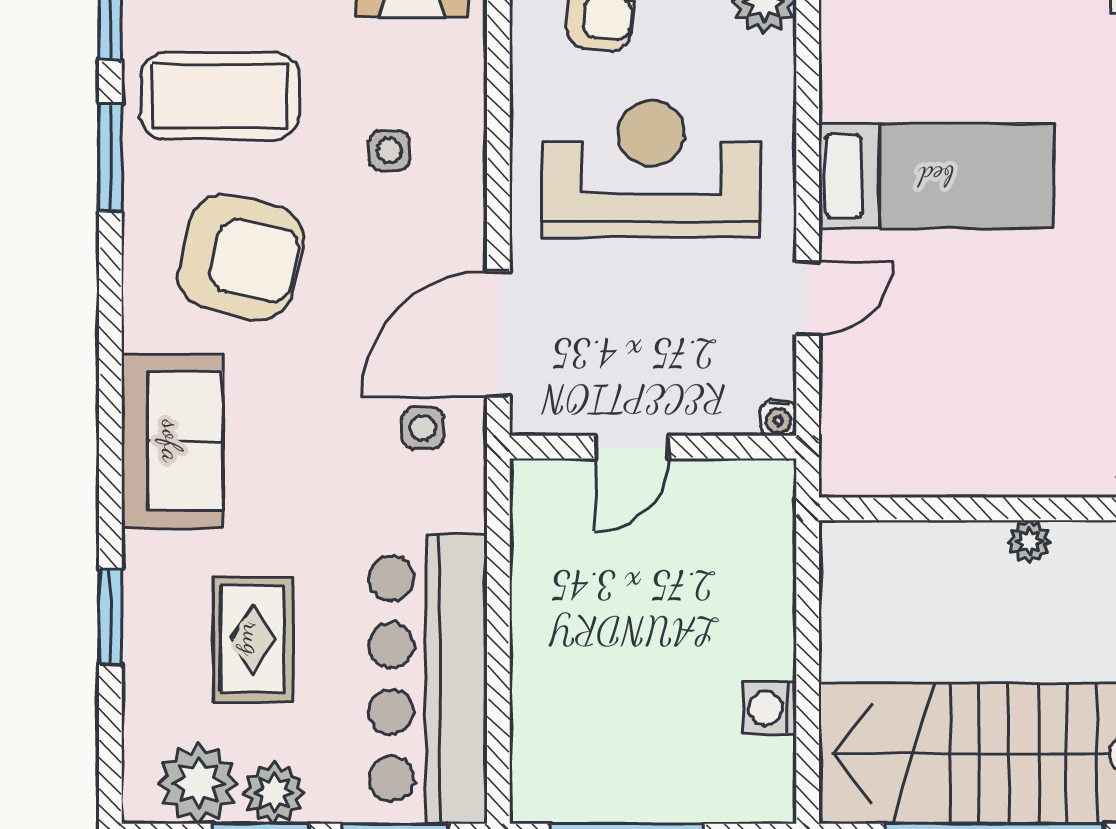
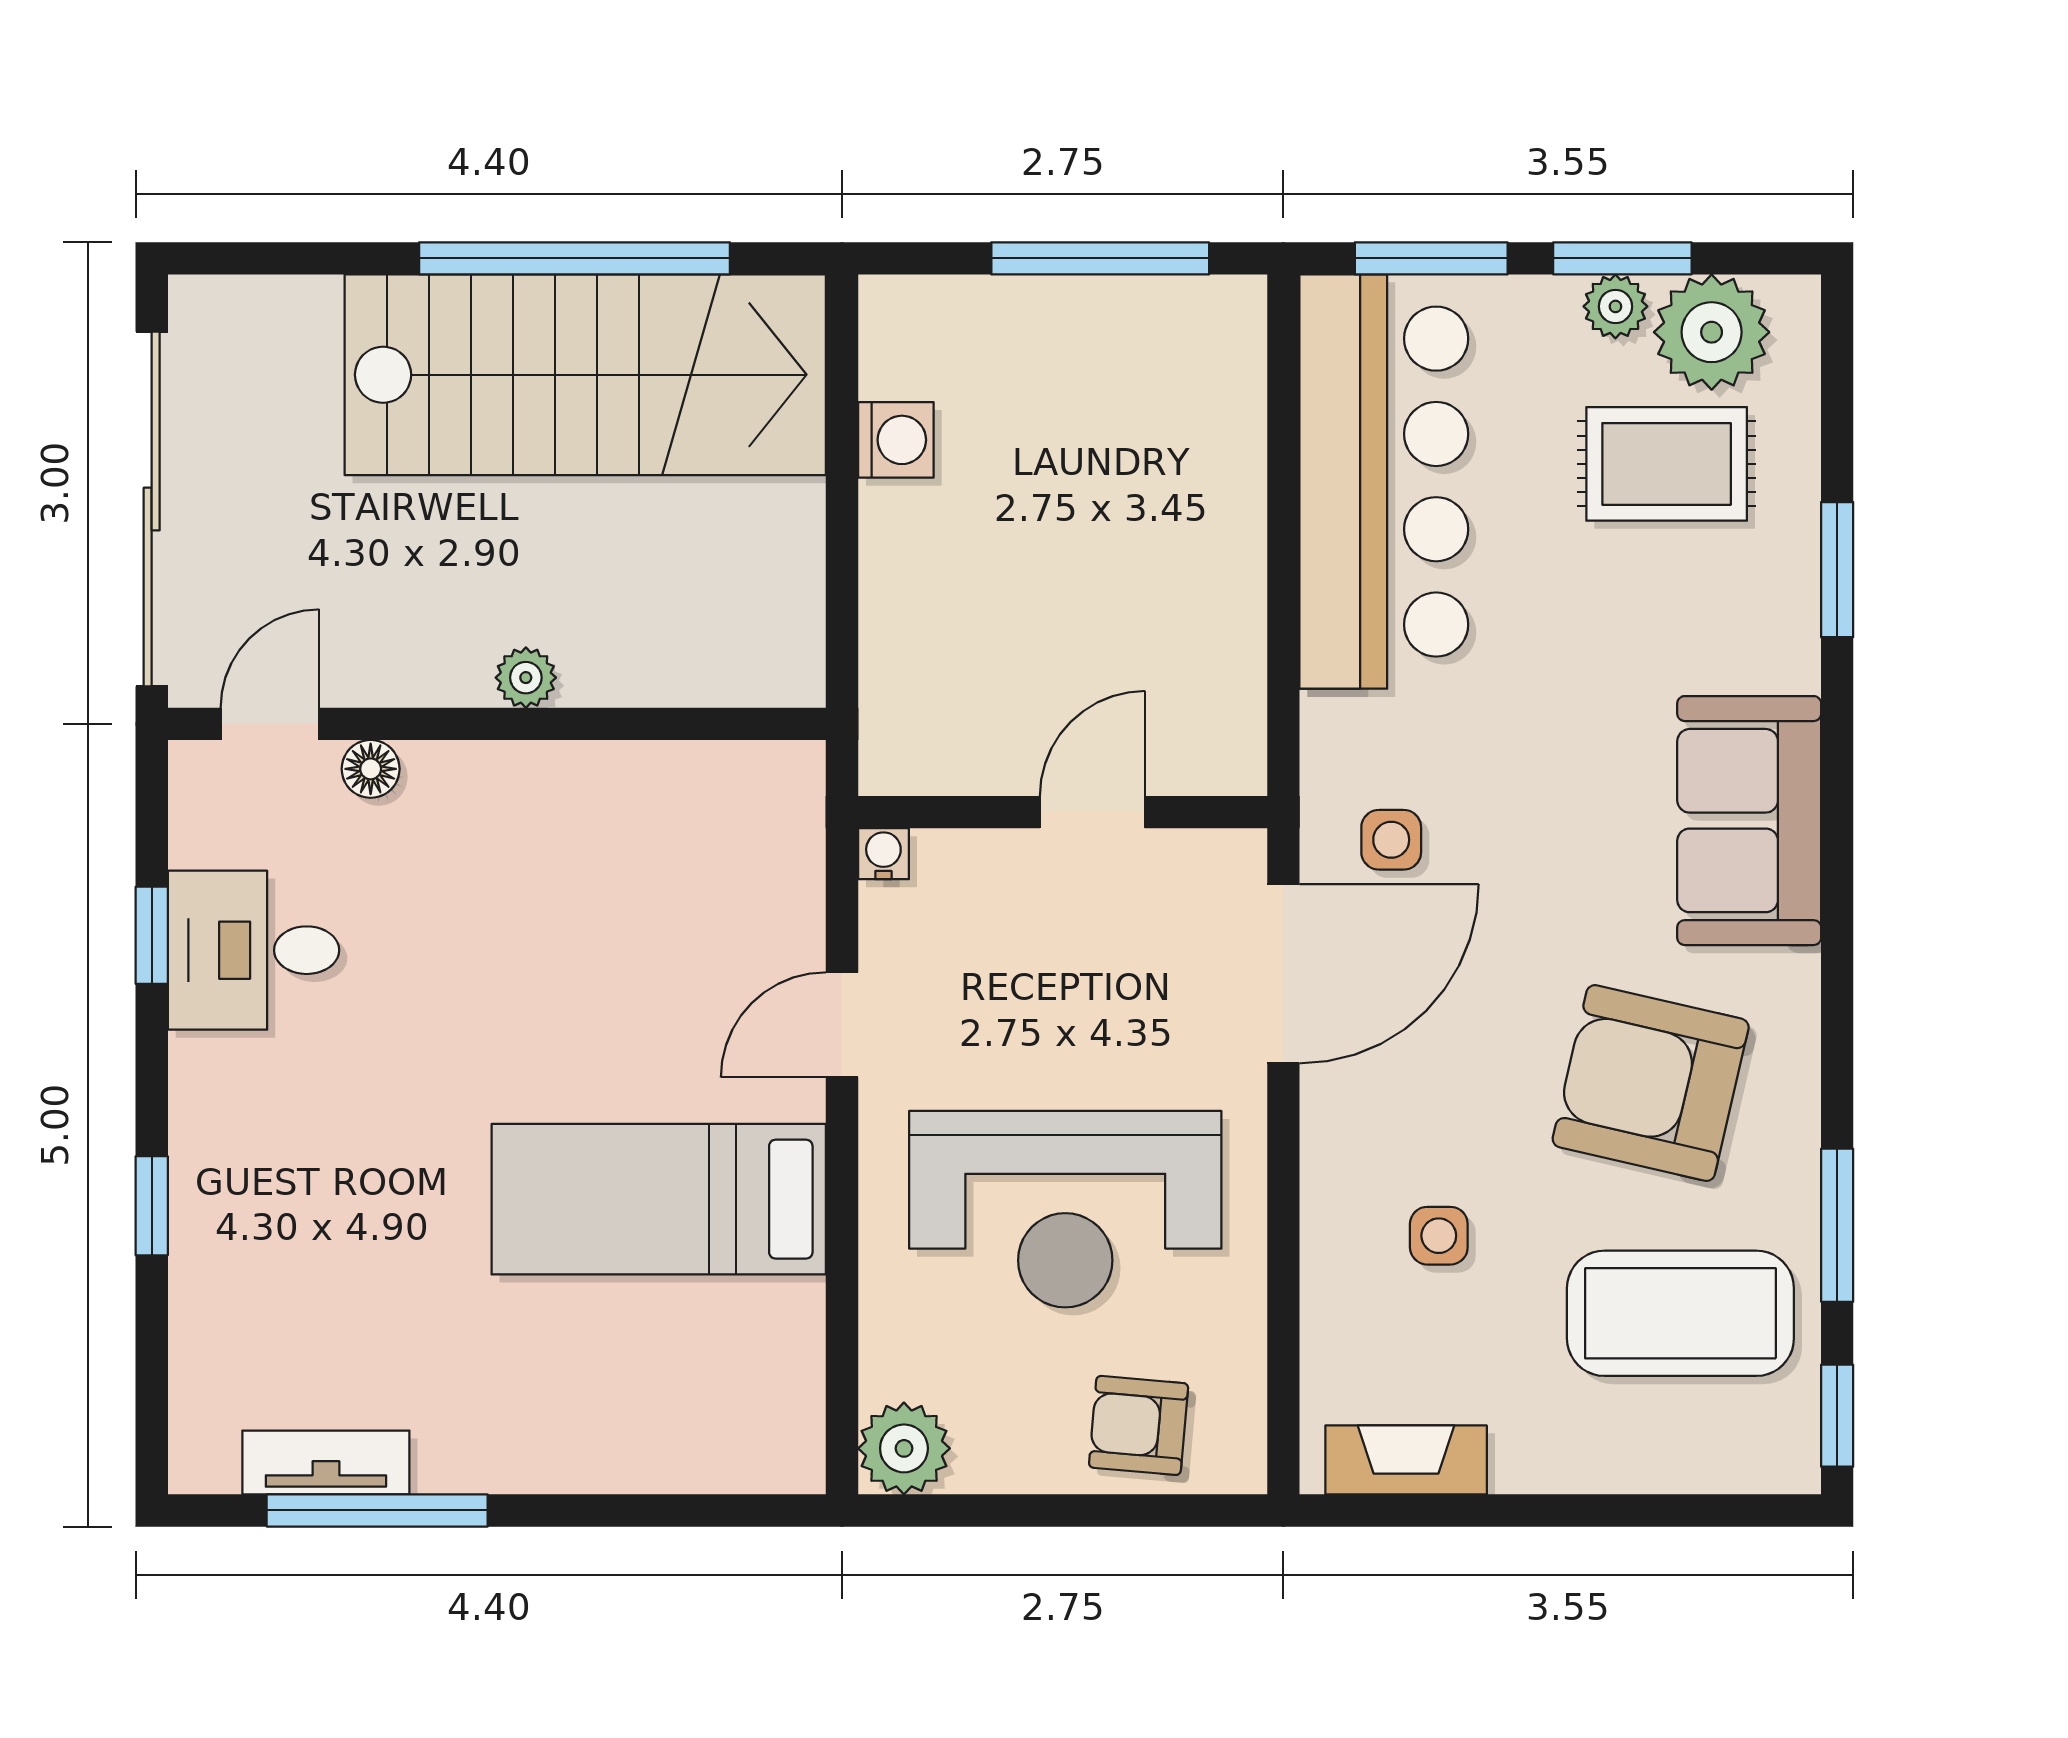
rug: (253, 639) -> (1667, 464), moved, turned 90
plant: (274, 793) -> (1615, 306), width x0.73, depth x0.73

